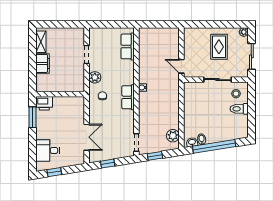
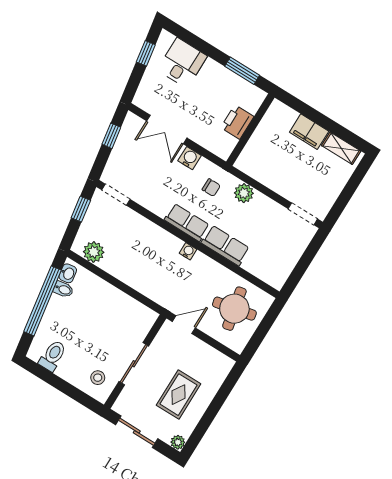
round table: (157, 45) -> (234, 309), added
row of seats: (128, 46) -> (225, 246), moved
rug: (219, 47) -> (179, 395), turned 90
doorway: (87, 55) -> (303, 214), moved
printer: (44, 103) -> (237, 122), moved
toilet: (239, 109) -> (53, 356), moved
water cooler: (94, 116) -> (190, 158), added

